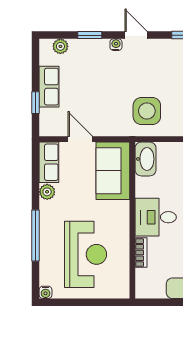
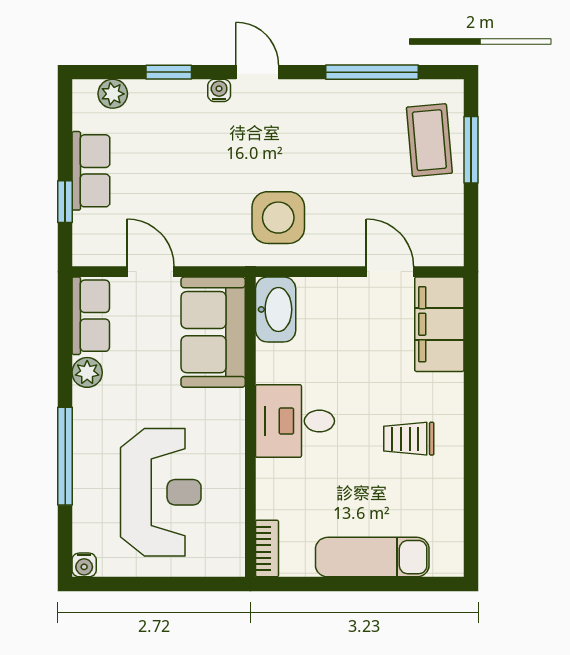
bookcase: (141, 253) -> (267, 548), moved

